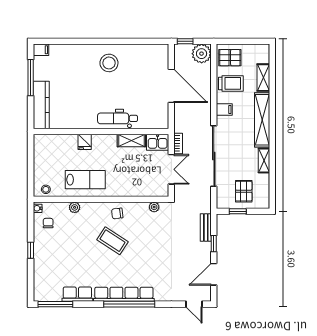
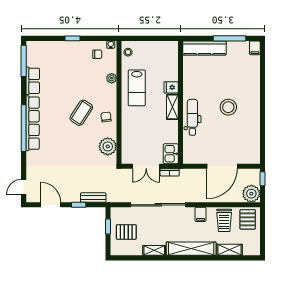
stool: (109, 63) -> (228, 107), moved
shelving: (131, 141) -> (172, 107), moved
plant: (154, 207) -> (108, 146), width x1.88, depth x1.88

